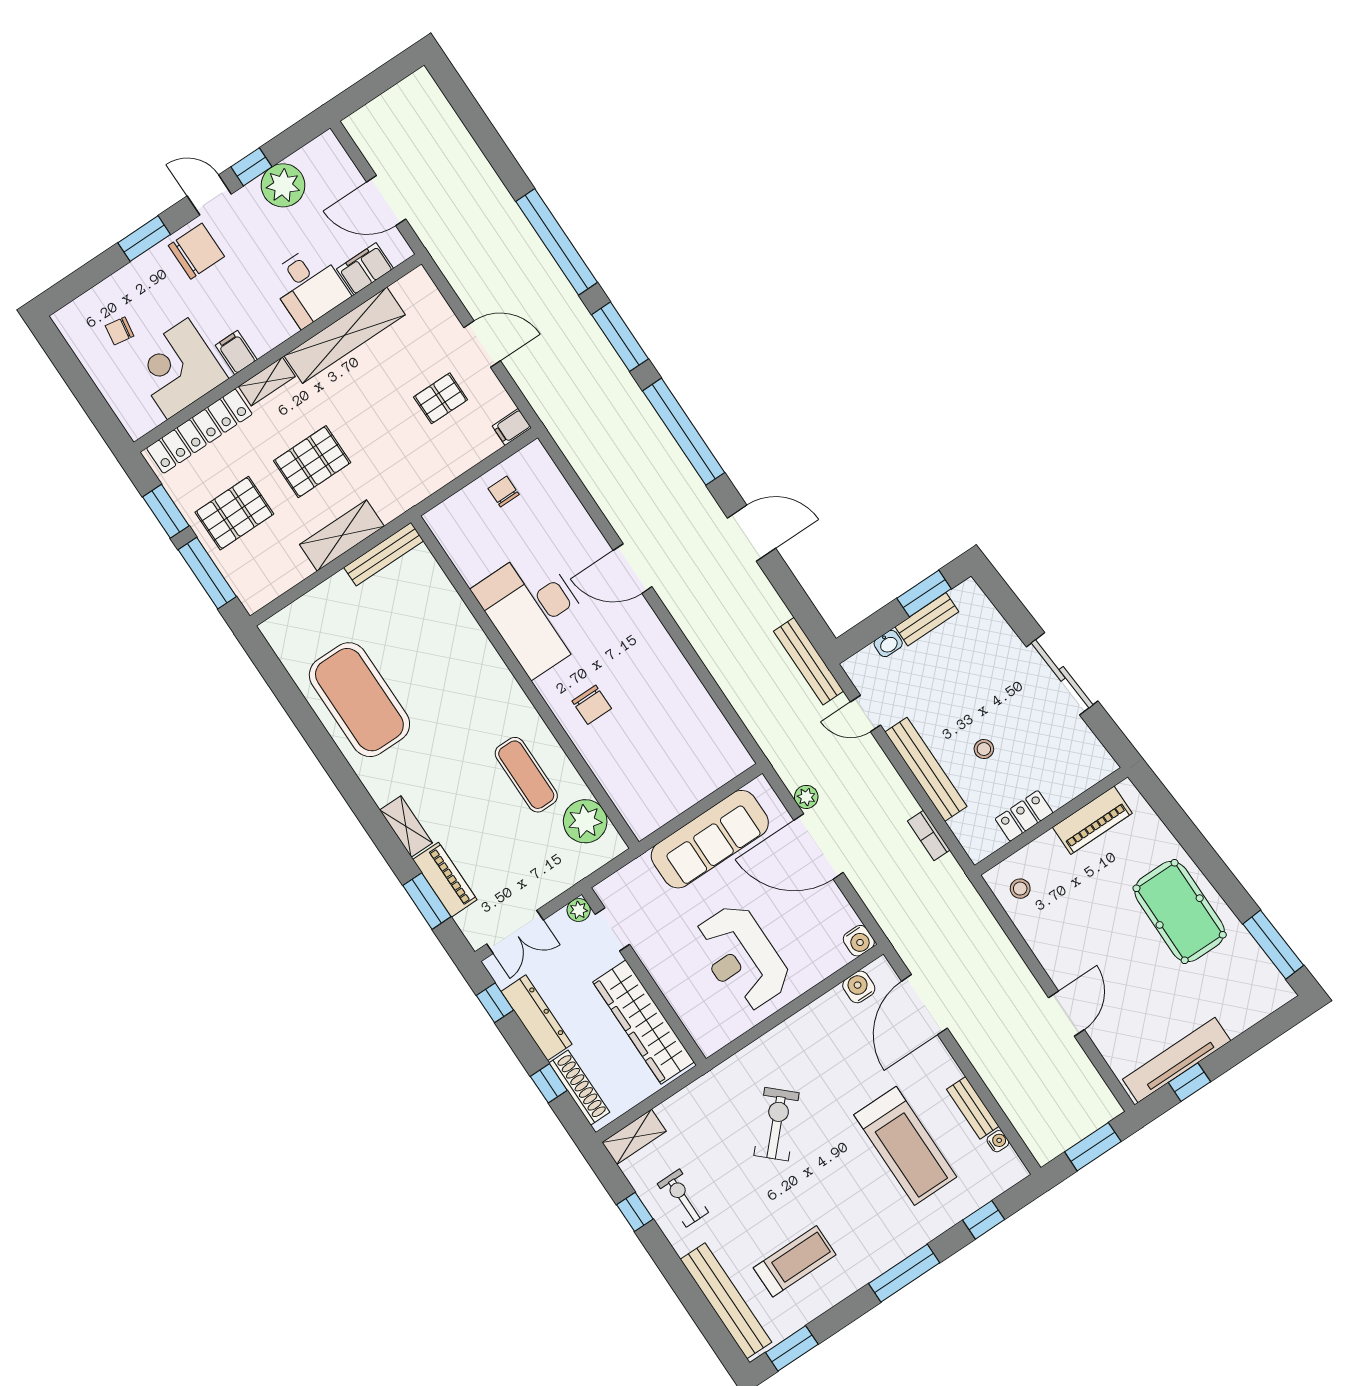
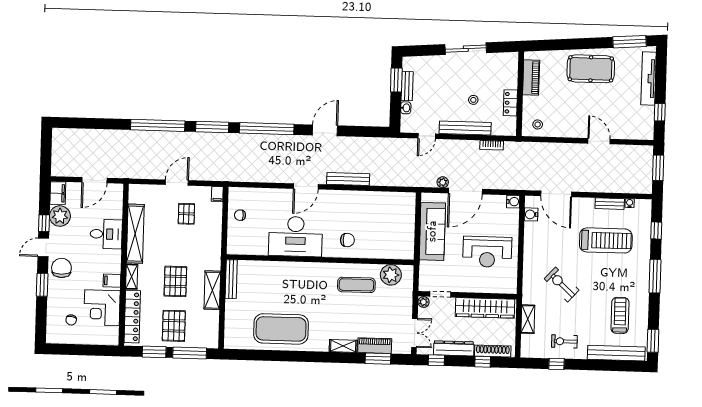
filing cabinet: (365, 269) -> (58, 193), moved, turned 180
bench: (809, 661) -> (348, 179), moved
tv unit: (1177, 1060) -> (649, 79), moved
shelving: (634, 1137) -> (528, 319), moved

